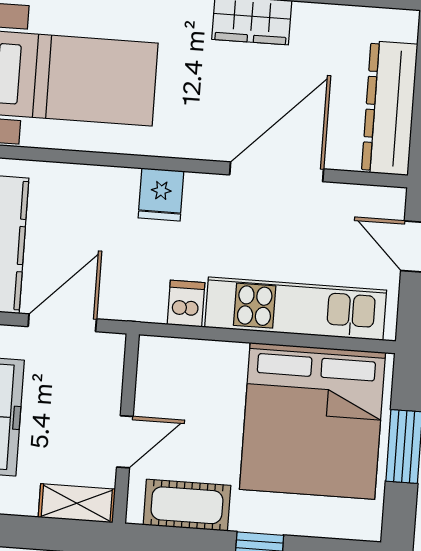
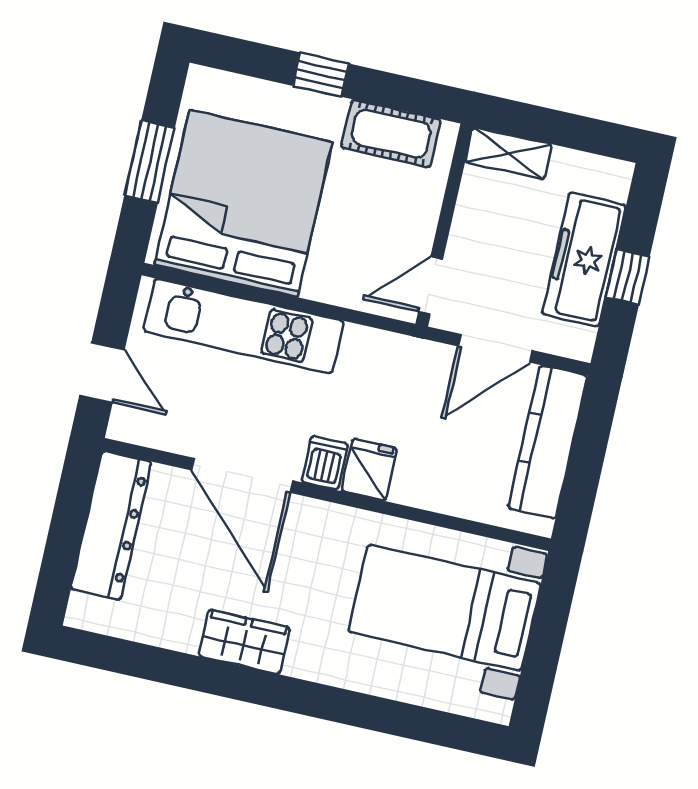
door: (277, 172) -> (242, 475), hinge flipped
dishwasher: (186, 303) -> (325, 463), moved, turned 180
door: (125, 442) -> (431, 286), moved

